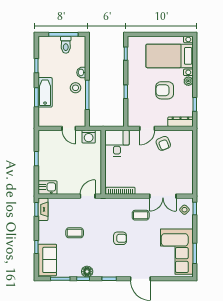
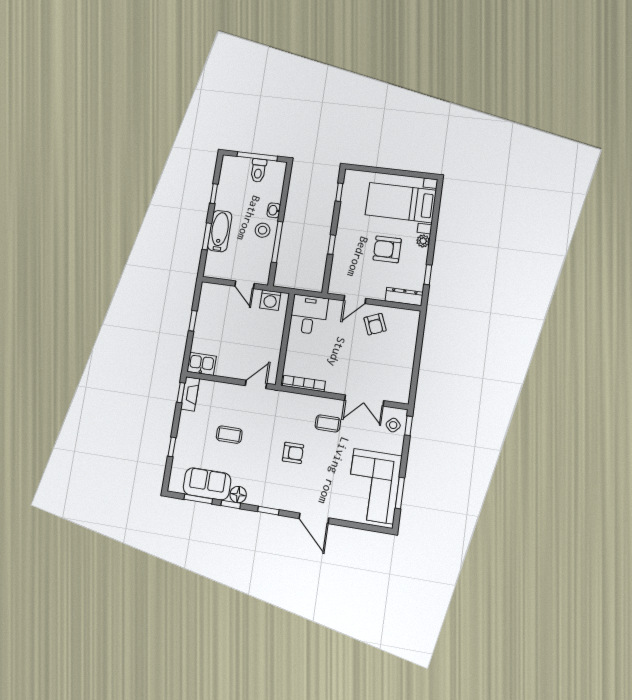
sofa: (47, 260) -> (207, 484), moved, turned -90

